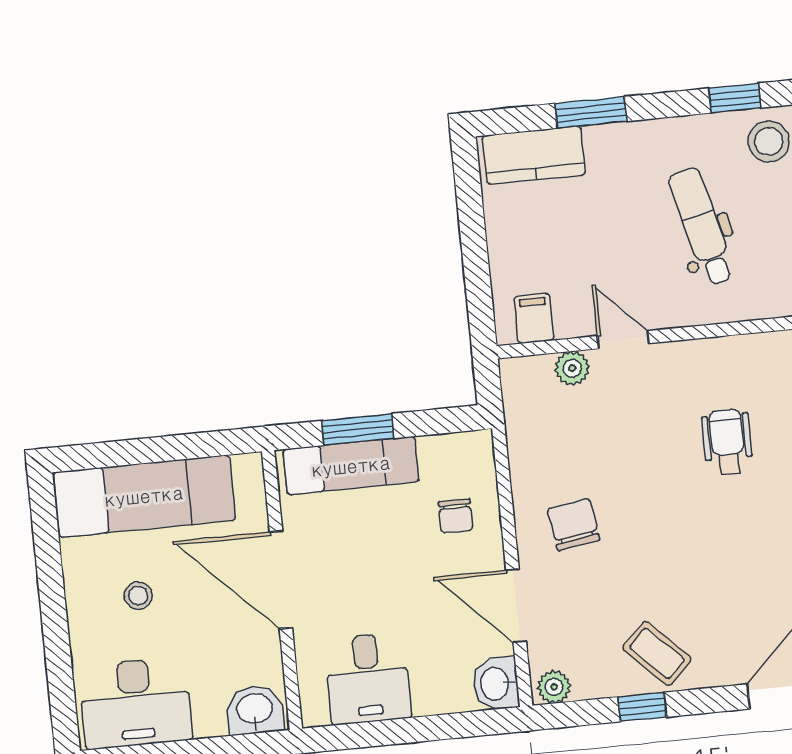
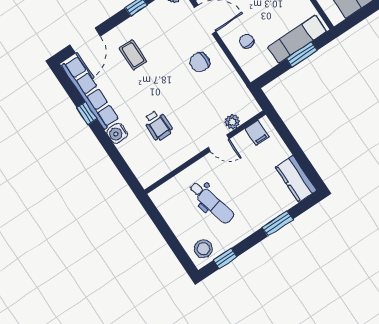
kitchen counter: (534, 155) -> (296, 179), moved, turned -90
chair: (574, 524) -> (200, 62), turned 99
coffee table: (657, 654) -> (133, 55), moved, turned 45

